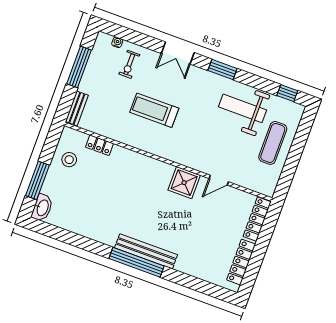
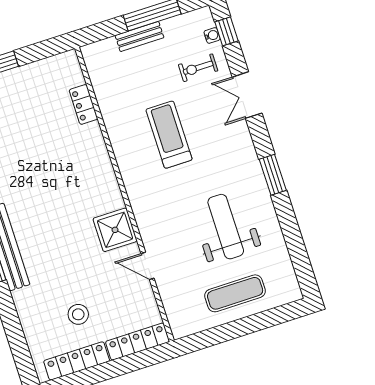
double door: (178, 53) -> (247, 95), moved
window: (287, 93) -> (226, 31), moved
bench: (77, 108) -> (139, 37), moved
weight bench: (242, 108) -> (226, 227), moved
stool: (69, 160) -> (78, 314), moved

